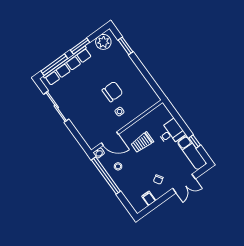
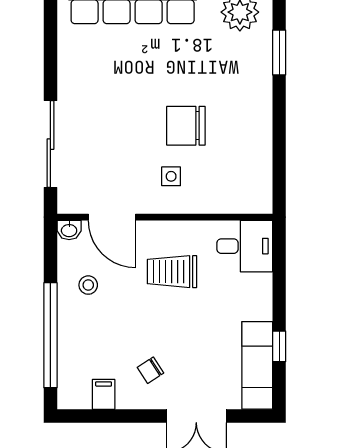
chair: (112, 92) -> (186, 126), turned 180
sliding door: (56, 107) -> (50, 144), moved
desk: (171, 132) -> (245, 246), moved
window: (106, 176) -> (50, 335), moved

